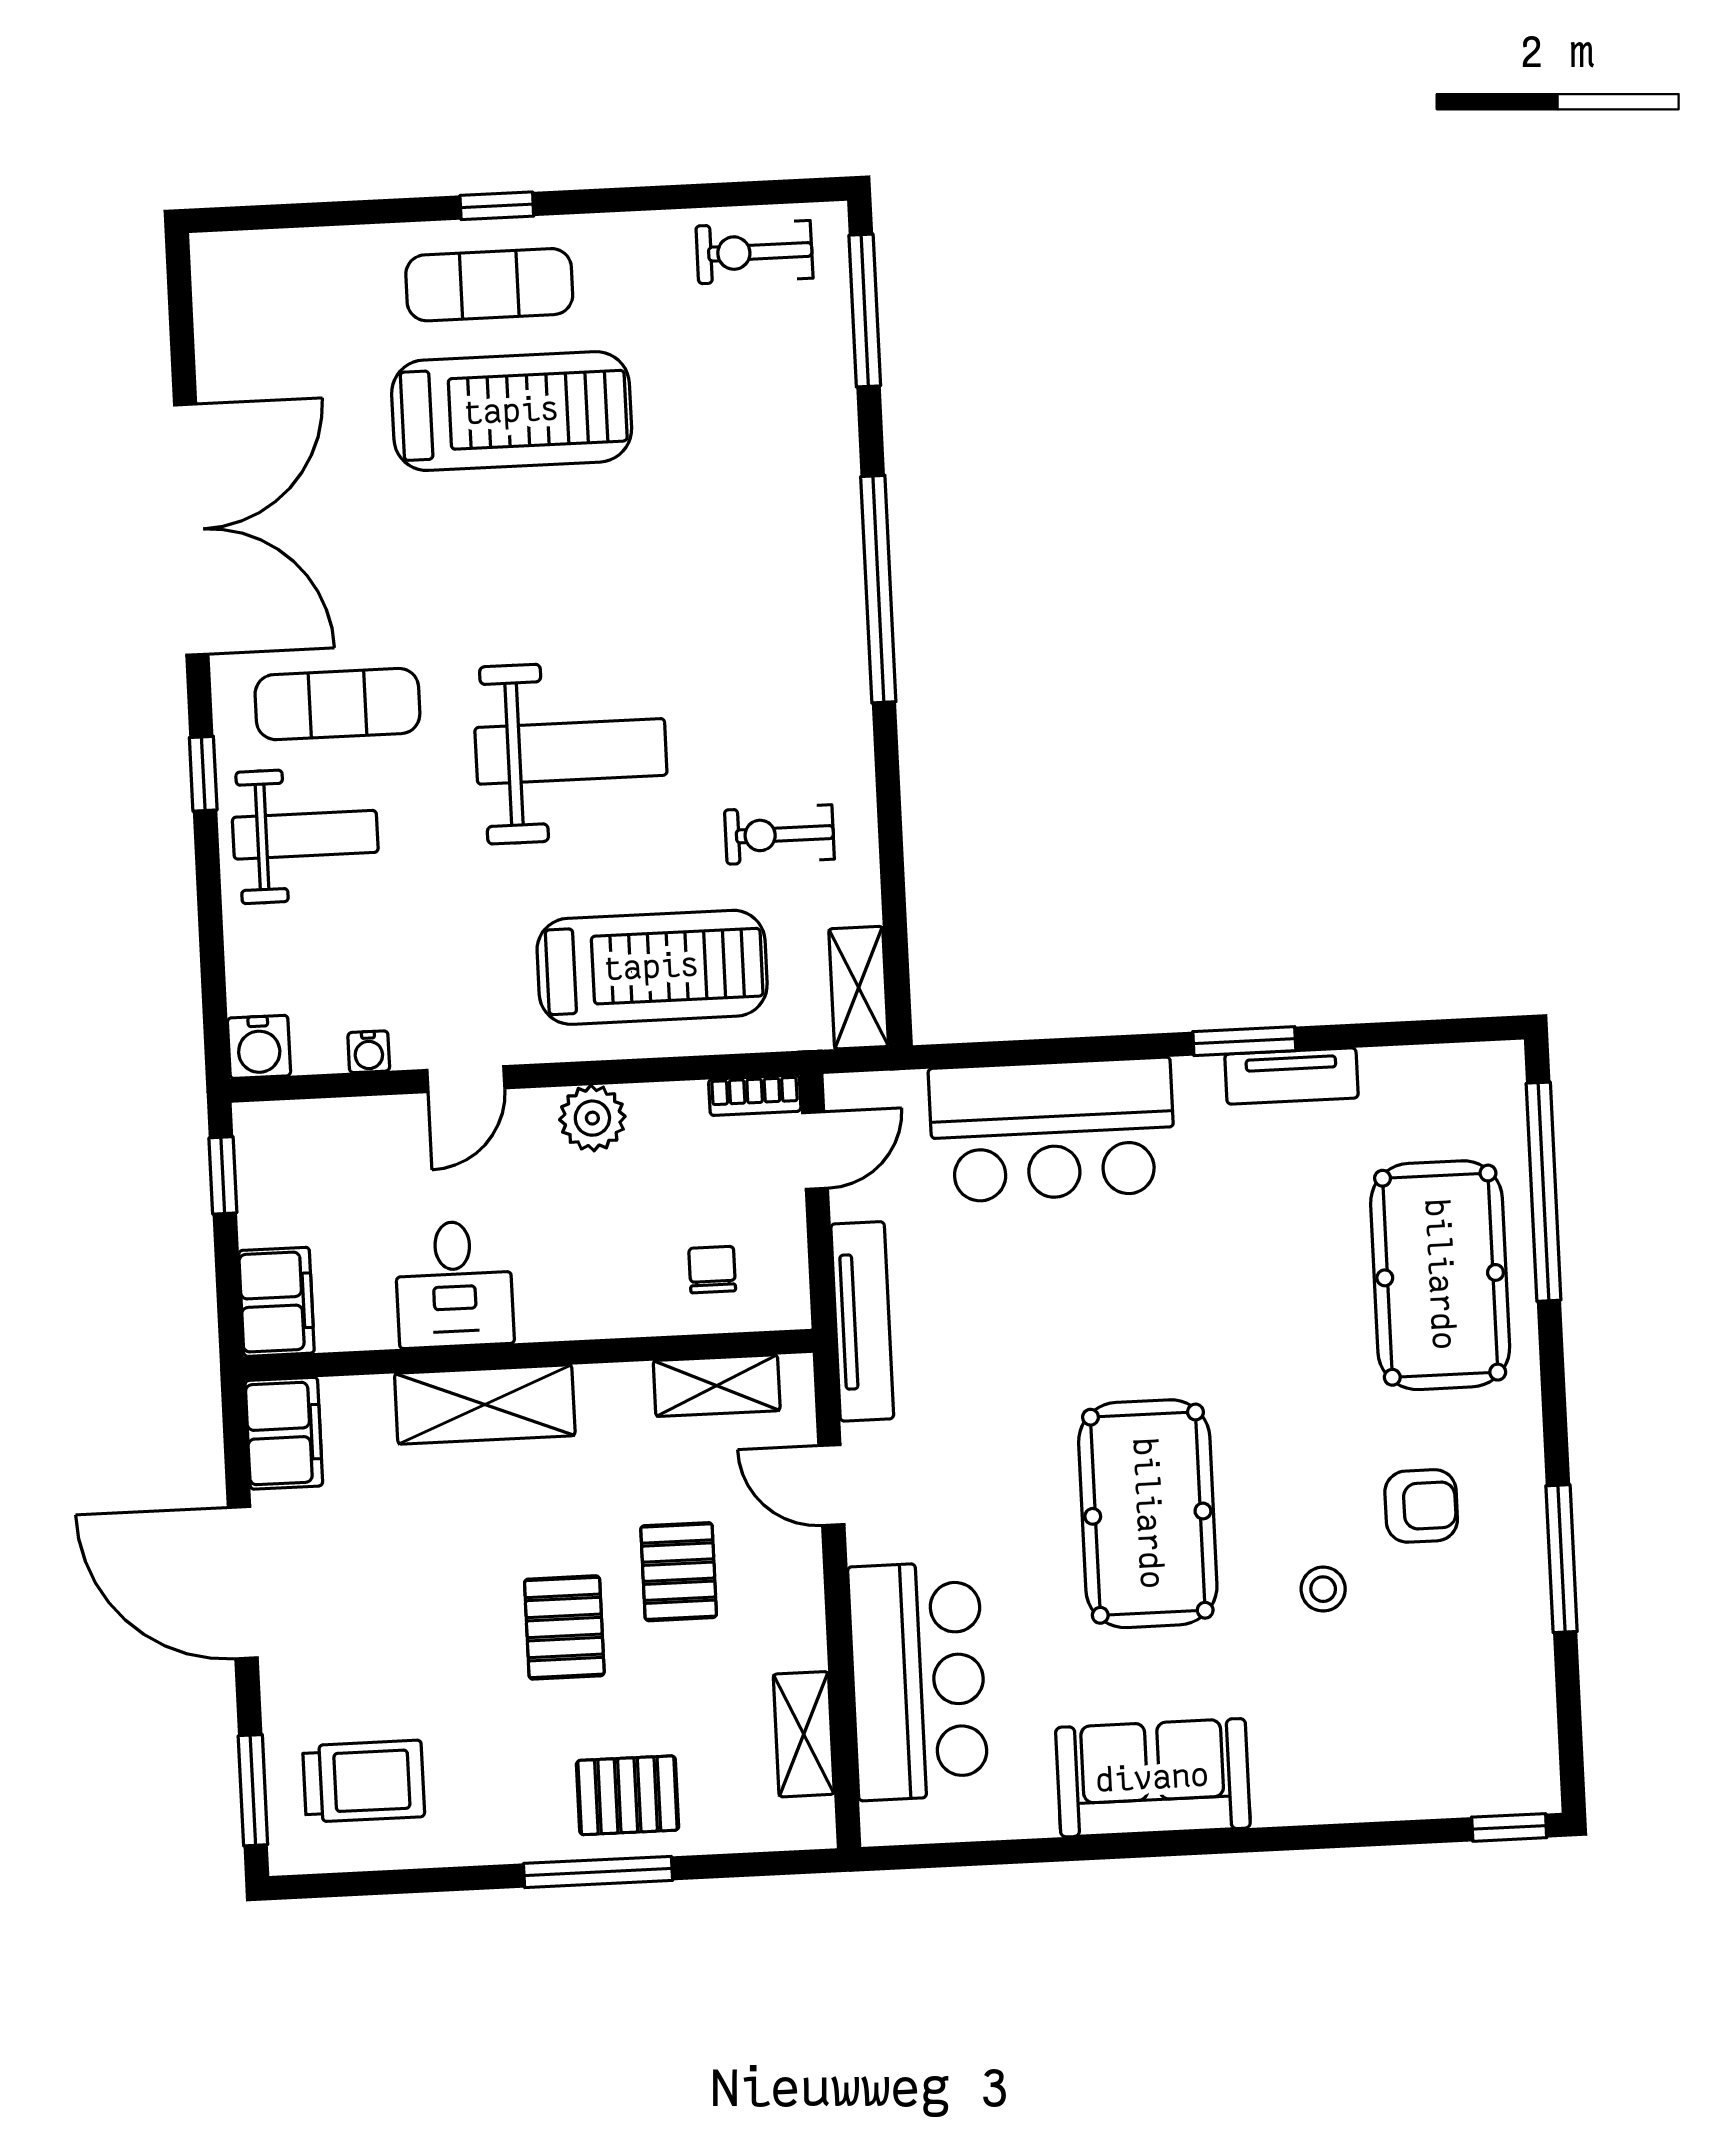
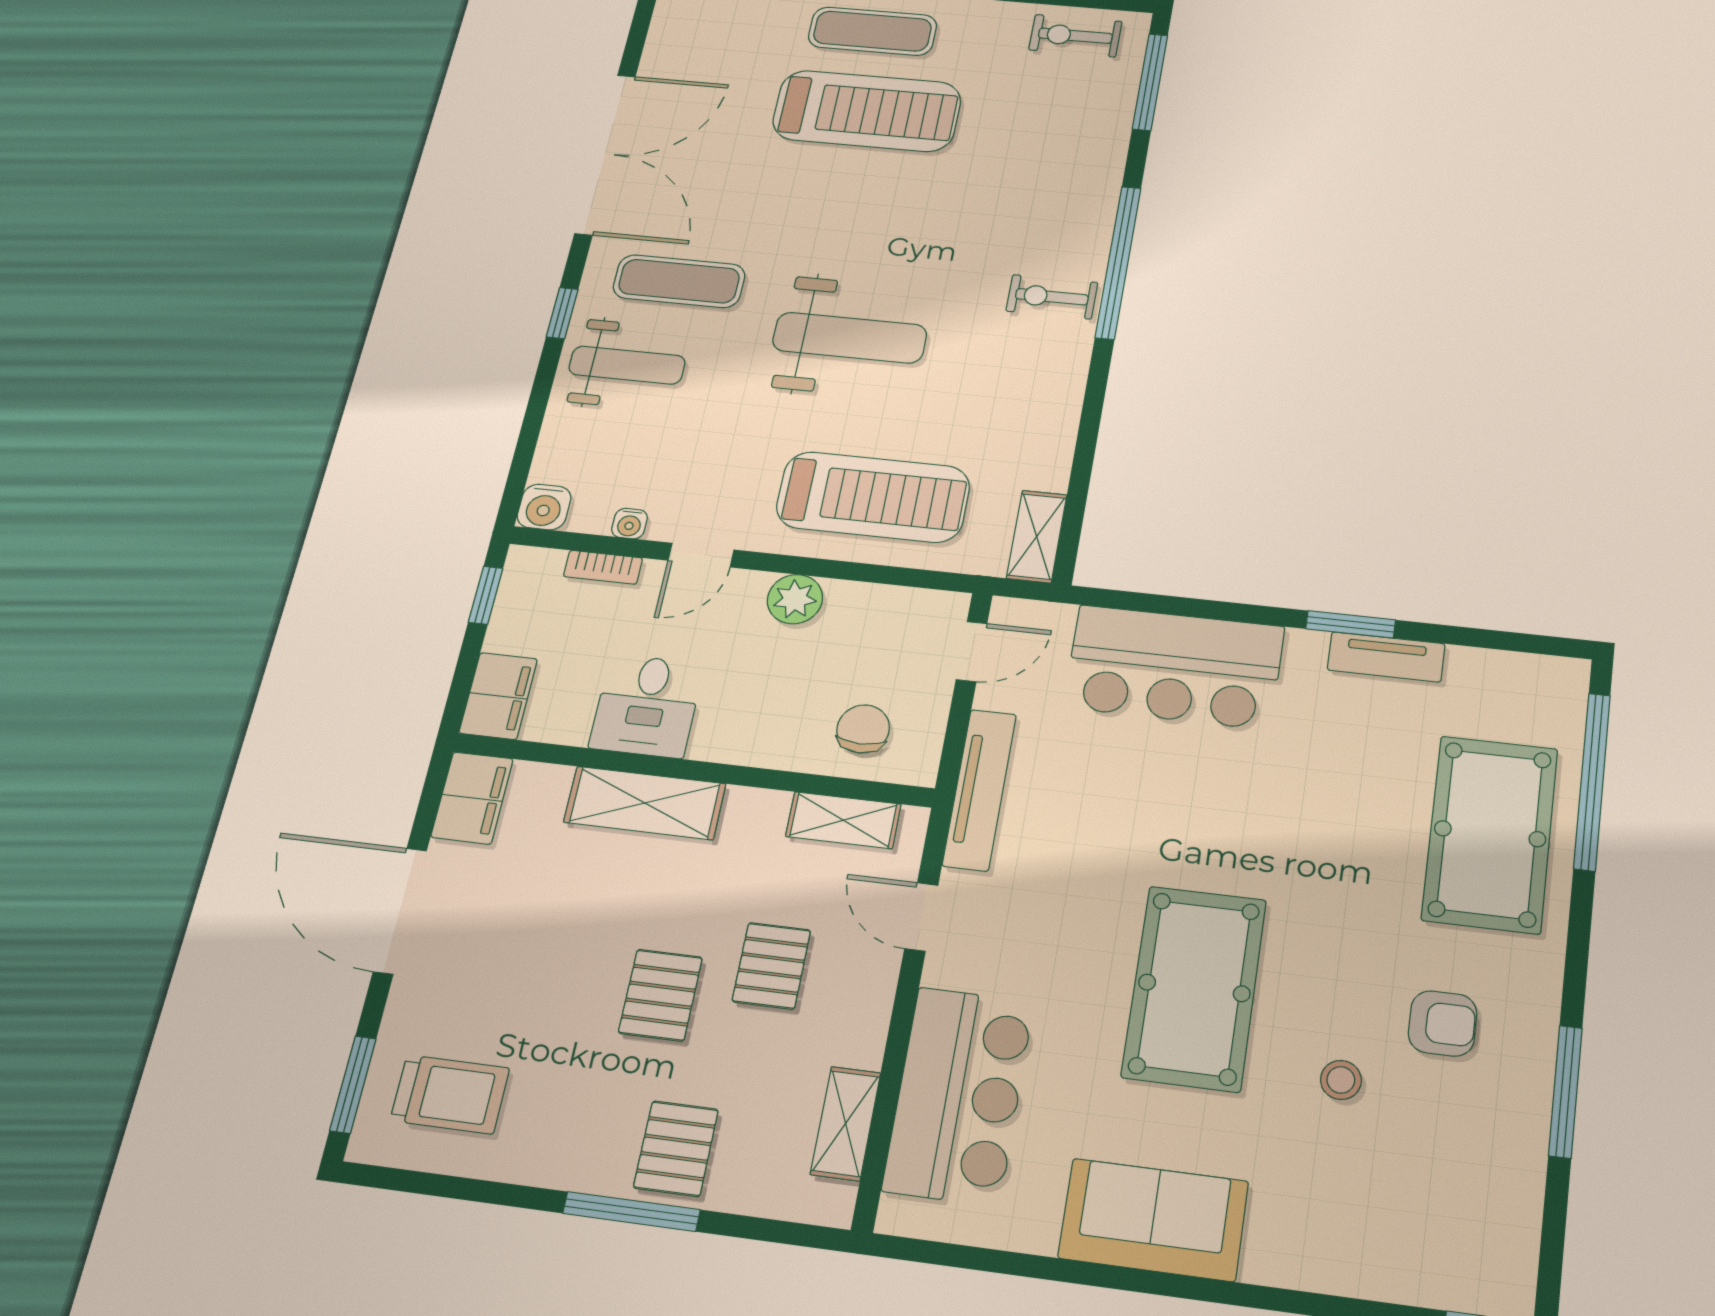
exercise bike: (779, 834) -> (1052, 297), moved
bookcase: (755, 1095) -> (603, 567), moved
chair: (712, 1270) -> (863, 729), width x1.37, depth x1.37
pallet: (628, 1795) -> (676, 1149), turned 90

